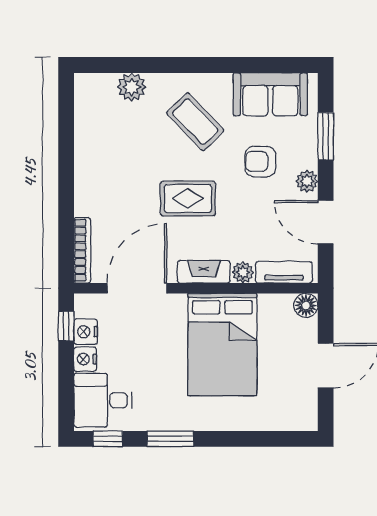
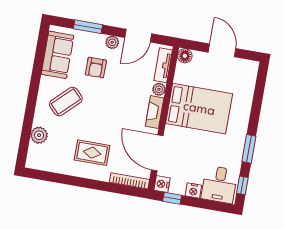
rug: (188, 198) -> (92, 153), moved, turned 90
nightstand: (86, 332) -> (162, 184), moved, turned 90

